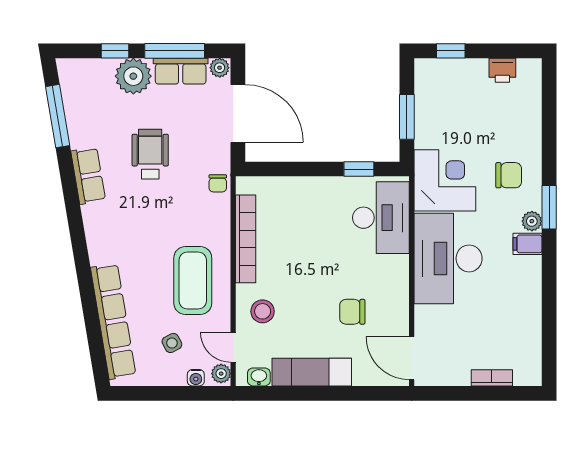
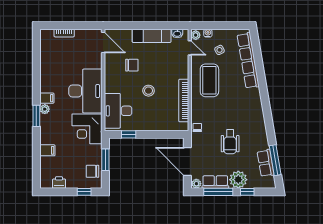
filing cabinet: (526, 136) -> (47, 150), added
chair: (509, 175) -> (92, 171), moved
row of seats: (88, 176) -> (266, 163), moved
stool: (263, 311) -> (149, 91), moved

